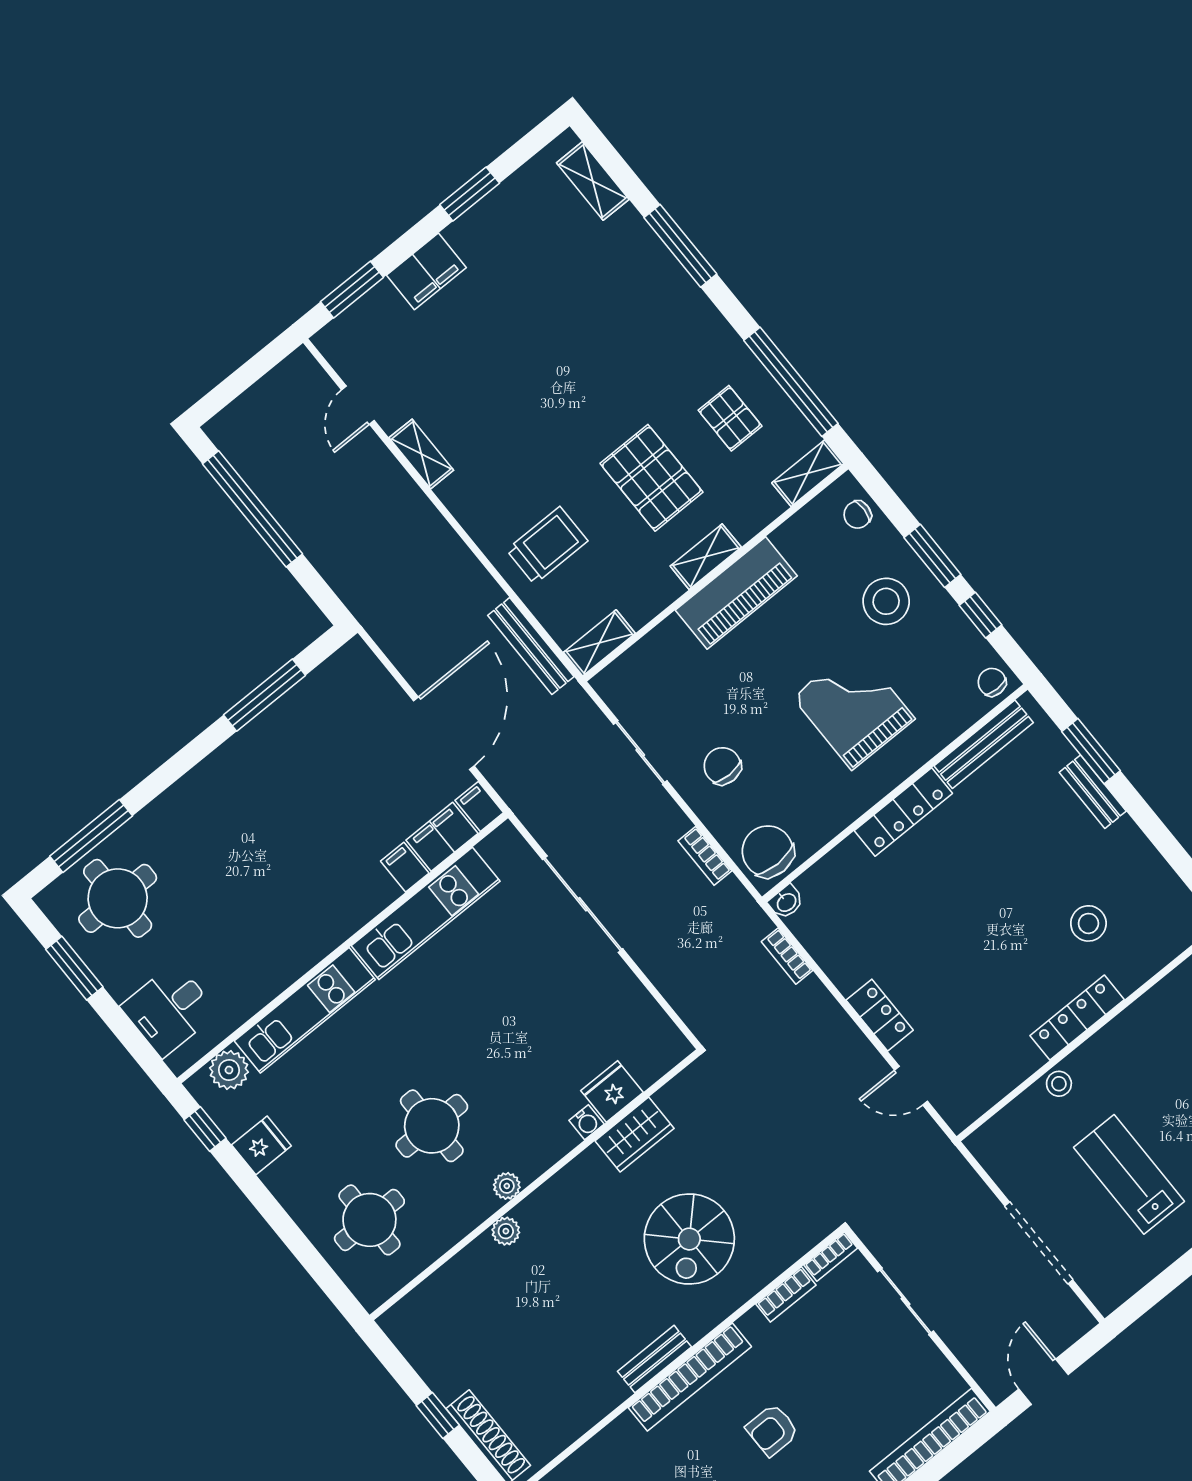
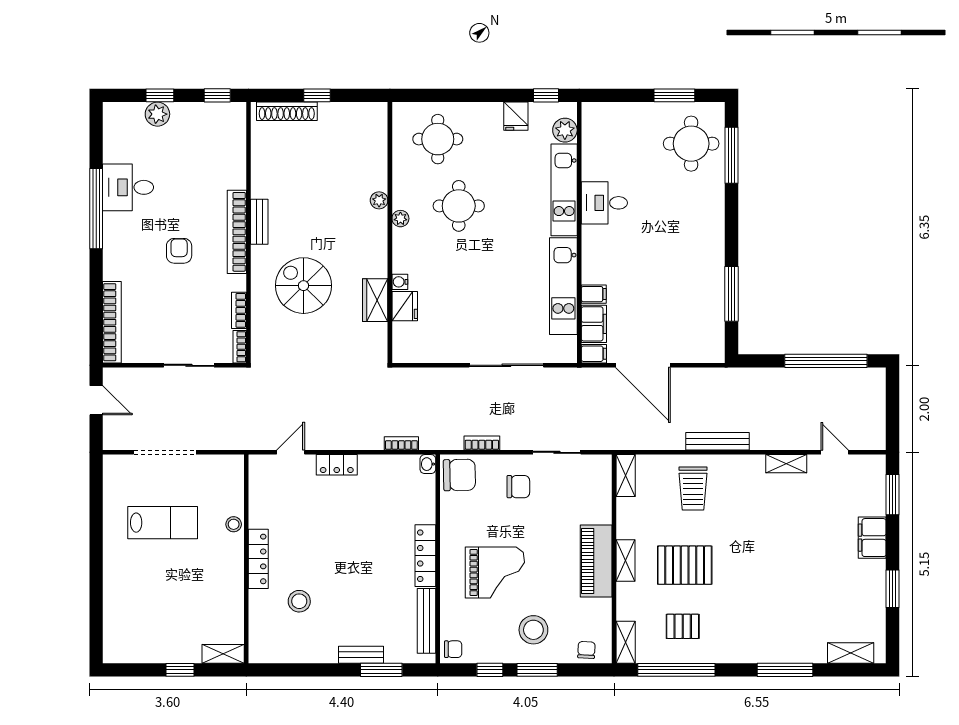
bench: (531, 646) -> (717, 441), moved
desk: (169, 1010) -> (604, 203), moved, turned -90

